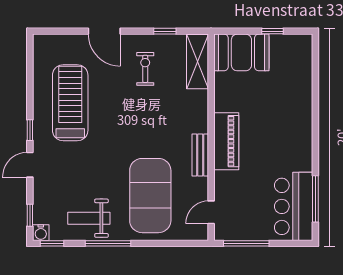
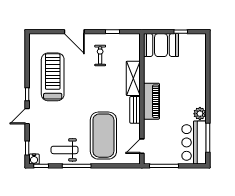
shelving: (197, 62) -> (133, 78), moved
plant: (303, 161) -> (200, 114), added

